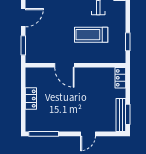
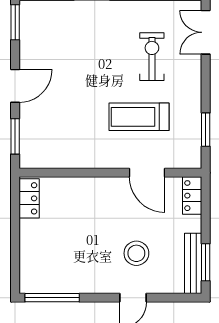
door: (64, 65) -> (147, 173), moved
locker: (31, 99) -> (29, 198), moved
stool: (90, 109) -> (136, 253), added

